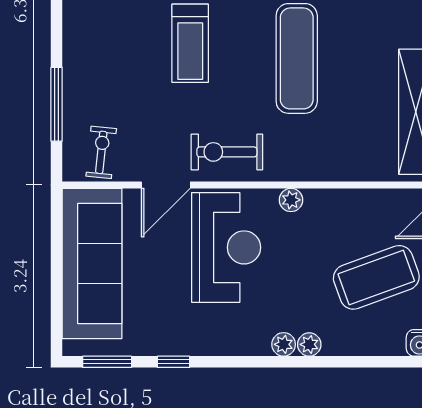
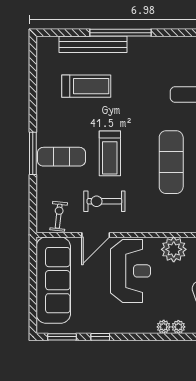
exercise mat: (106, 49) -> (61, 157), added
window: (57, 104) -> (33, 153), moved
exercise bike: (227, 152) -> (104, 201), moved
plant: (291, 200) -> (174, 249), width x1.88, depth x1.88

